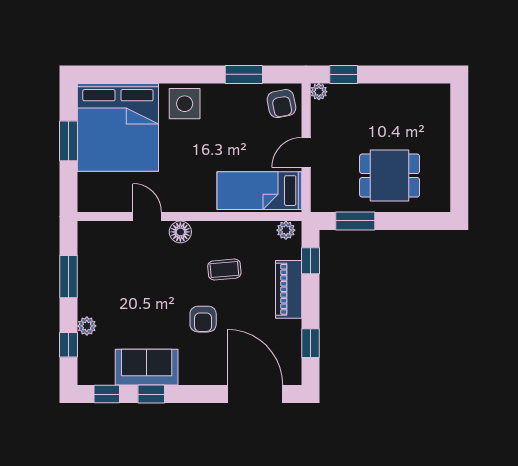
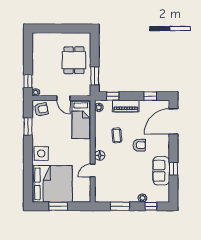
window: (107, 394) -> (173, 189), removed

